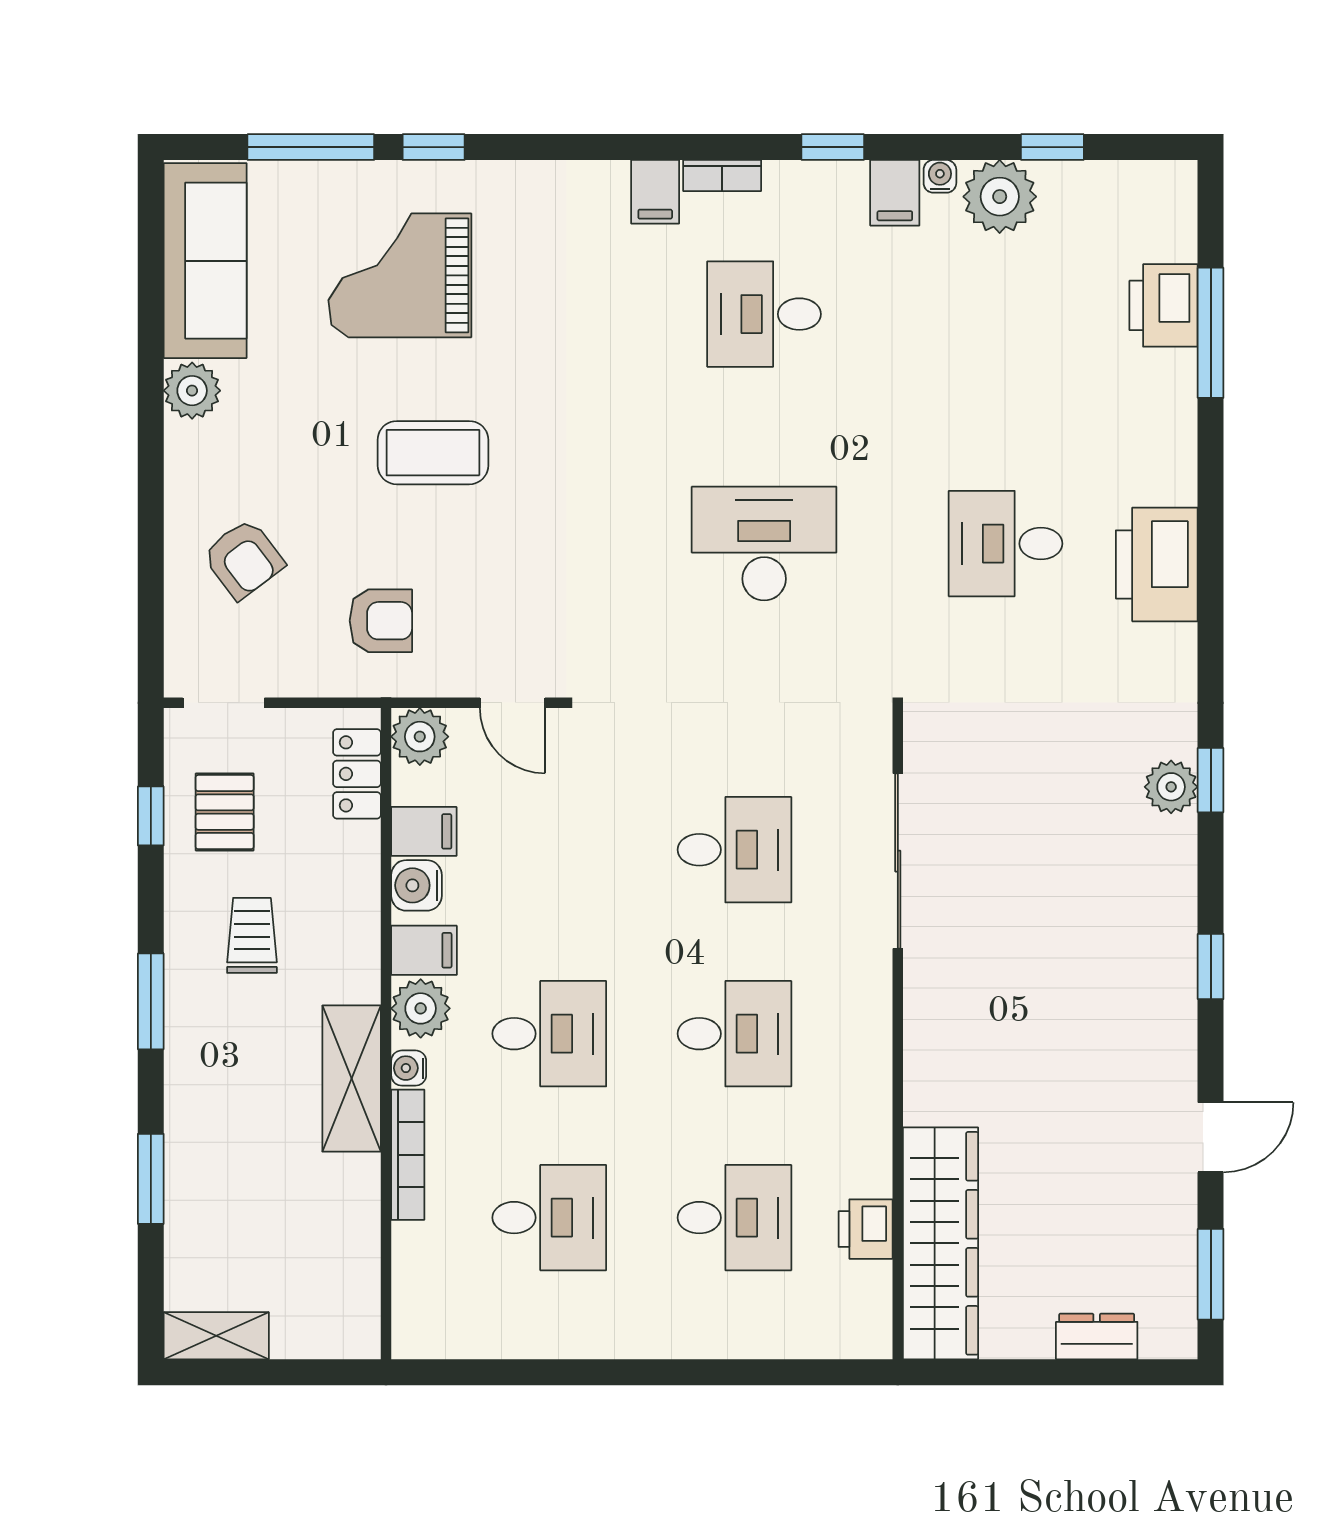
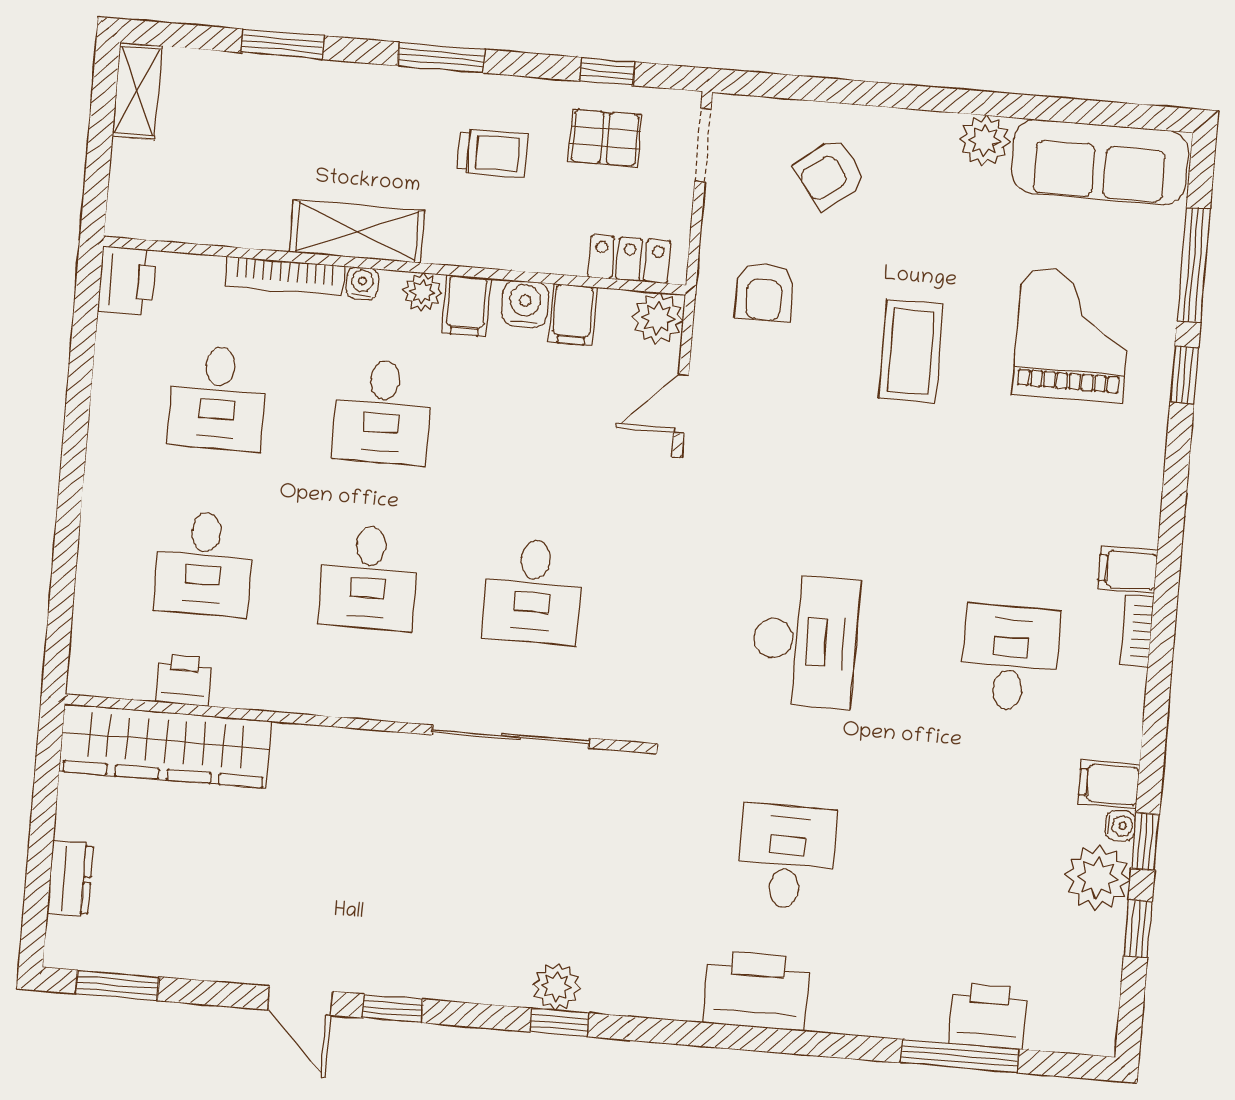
window: (833, 147) -> (1145, 841), moved
plant: (421, 1008) -> (422, 292), width x0.73, depth x0.73
door: (1211, 1137) -> (300, 1001), moved
printer: (428, 1329) -> (127, 281), added

